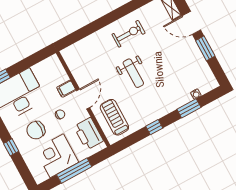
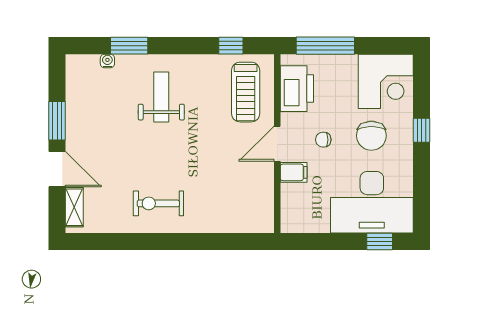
weight bench: (133, 73) -> (161, 97), moved
window: (154, 127) -> (231, 46), moved
chair: (36, 130) -> (371, 136), turned 90
corner desk: (57, 156) -> (386, 81), moved
window: (74, 171) -> (325, 46), moved

